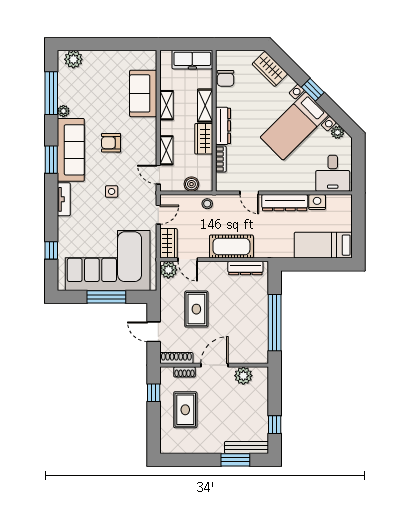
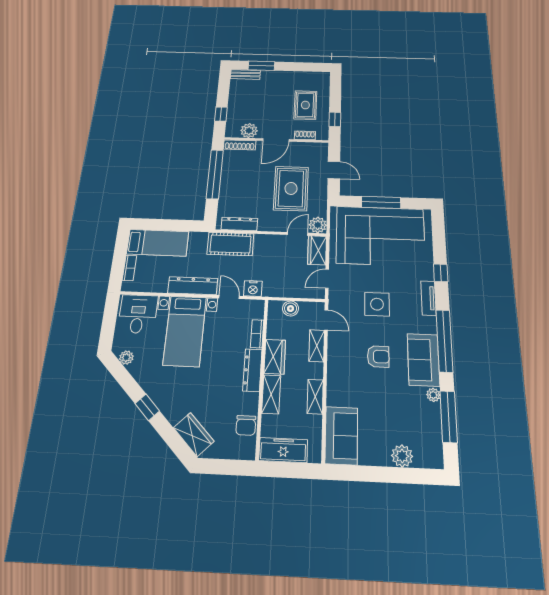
plant: (73, 59) -> (402, 456), moved
chair: (225, 78) -> (246, 425), turned 180
sofa: (143, 93) -> (341, 435), moved
bed with nightstands: (294, 126) -> (185, 331), moved, turned 135
sofa: (71, 150) -> (423, 360), width x0.73
window: (51, 160) -> (444, 341), width x2.11
side table: (112, 191) -> (377, 304), width x1.87, depth x1.87
nightstand: (317, 202) -> (253, 289), moved
stool: (207, 204) -> (275, 288), removed
bookcase: (347, 218) -> (129, 268), added
cot: (231, 246) -> (230, 244), moved
window: (51, 250) -> (441, 273), moved
door: (188, 260) -> (298, 234), hinge flipped
rug: (196, 309) -> (291, 188), width x1.36, depth x1.43
shoe rack: (176, 358) -> (240, 145), moved
window: (275, 425) -> (221, 114), moved
bench: (246, 447) -> (245, 75), width x0.73

